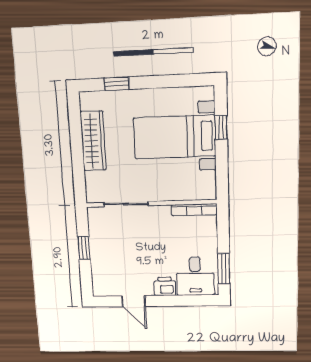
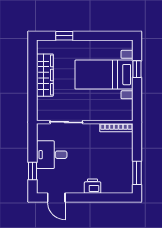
window: (84, 248) -> (33, 171), moved
desk: (195, 276) -> (52, 155), moved, turned 90
door: (134, 301) -> (56, 198), moved

